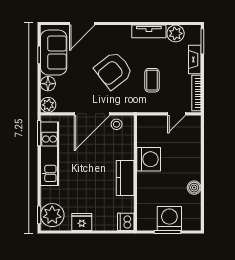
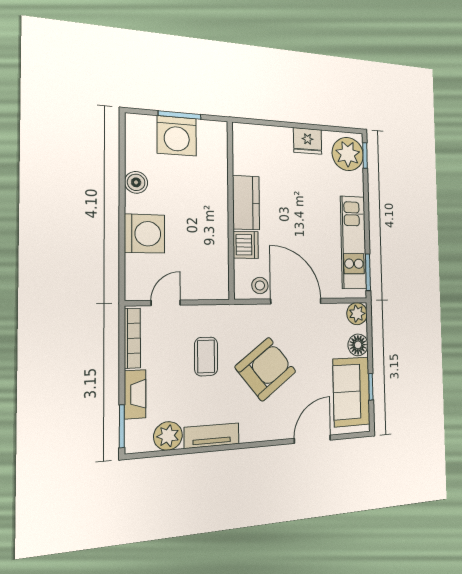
door: (92, 114) -> (296, 301), hinge flipped
washing machine: (149, 159) -> (145, 234), moved, turned 180
dishwasher: (126, 222) -> (246, 245), moved

